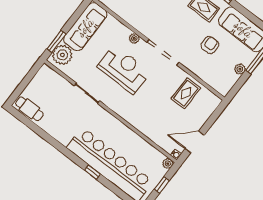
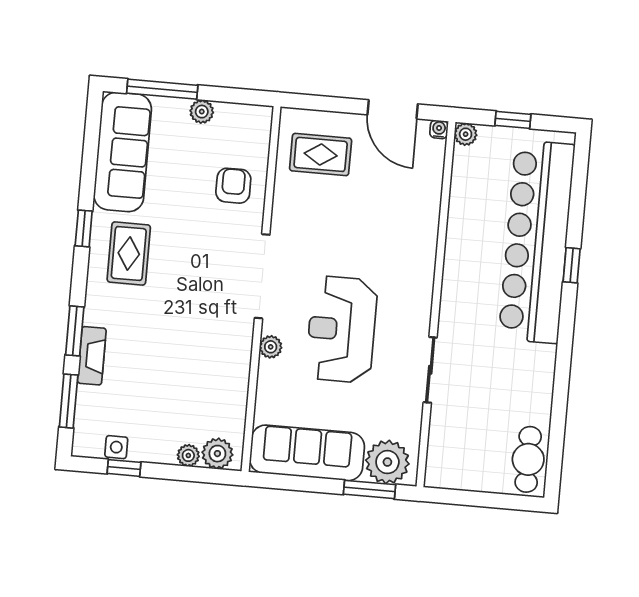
armchair: (210, 45) -> (233, 186), moved, turned 90
rug: (186, 93) -> (321, 154), moved

